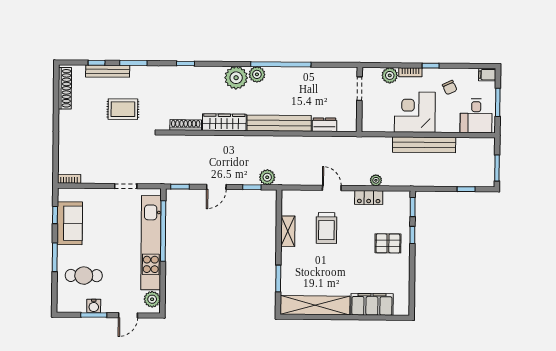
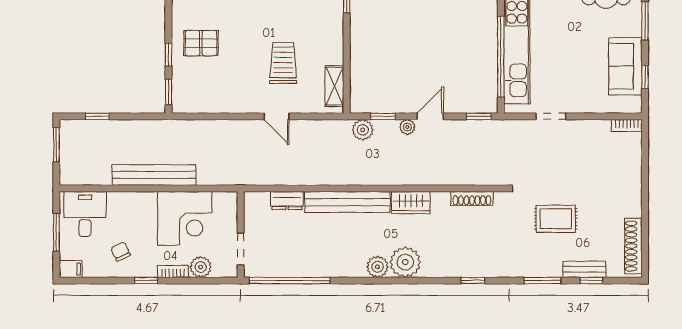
window: (281, 64) -> (290, 281), moved
bench: (108, 71) -> (584, 269), width x0.73
corner desk: (415, 112) -> (185, 218), moved
wardrobe: (224, 122) -> (411, 203), width x0.67
plant: (376, 180) -> (407, 127), moved
locker: (369, 198) -> (227, 104), removed
shelving: (288, 231) -> (334, 86), moved

